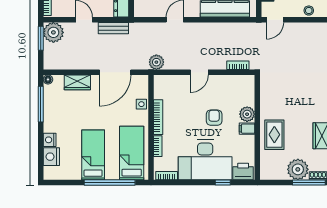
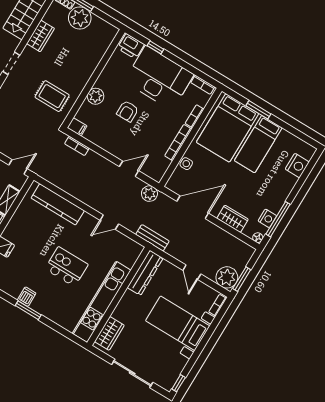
bench: (113, 28) -> (152, 238), moved
door: (199, 72) -> (129, 169), moved
filing cabinet: (247, 129) -> (77, 127), moved
rug: (274, 135) -> (52, 96), moved, turned 90
nightstand: (50, 140) -> (267, 218), moved
bed: (132, 153) -> (228, 128), width x1.50
window: (110, 183) -> (258, 110), width x0.47

